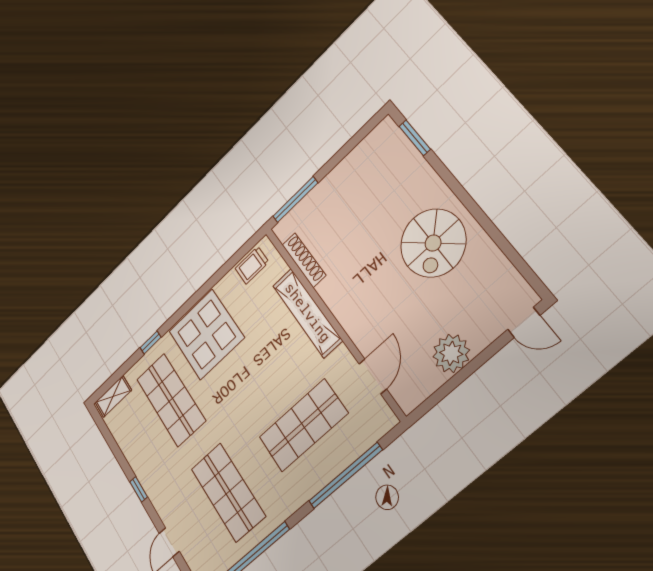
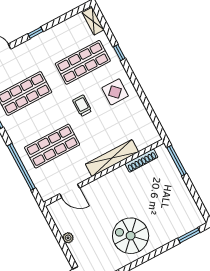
trolley: (252, 265) -> (82, 106), moved
display table: (206, 334) -> (115, 92), width x0.54, depth x0.54
plant: (451, 353) -> (68, 238), width x0.53, depth x0.53
shop shelf: (303, 425) -> (52, 146), turned 90

